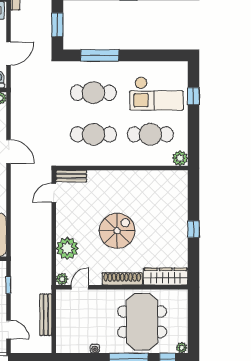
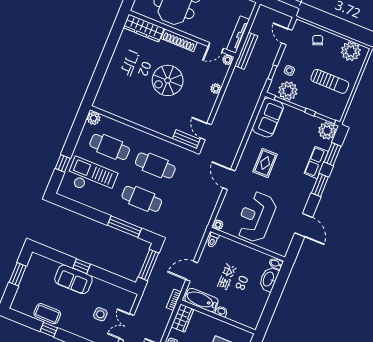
window: (57, 25) -> (148, 265), width x1.44
door: (8, 54) -> (192, 271), moved
door: (54, 193) -> (206, 131), swing flipped
window: (193, 229) -> (106, 57), removed
plant: (67, 248) -> (216, 89), width x0.53, depth x0.53
tv unit: (62, 311) -> (238, 35), added
bench: (46, 315) -> (246, 51), moved

